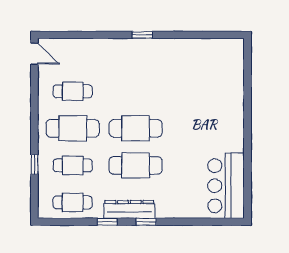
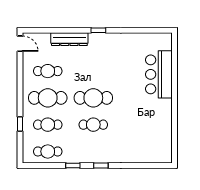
cafe table: (136, 165) -> (93, 125), width x0.73, depth x0.74
bar counter: (226, 186) -> (159, 74), moved
dresser: (129, 209) -> (69, 39), moved, turned 180

